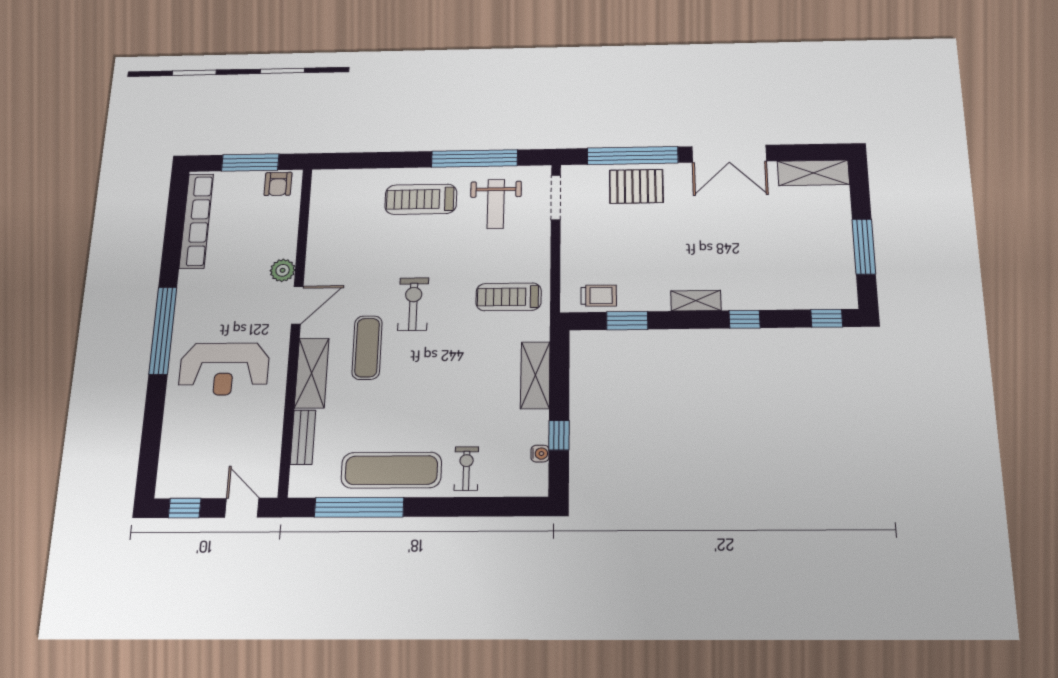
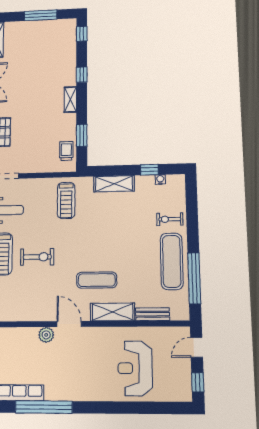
exercise bike: (413, 304) -> (37, 257), moved, turned 180
window: (163, 330) -> (44, 407), moved
reception desk: (224, 369) -> (135, 368), moved, turned 180

